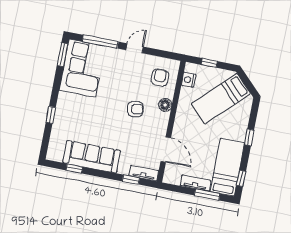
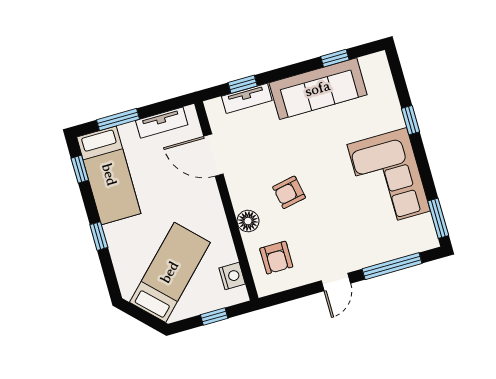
corner sofa: (82, 68) -> (389, 178), moved
tv unit: (144, 173) -> (247, 98), moved
tv unit: (195, 183) -> (162, 123), moved

